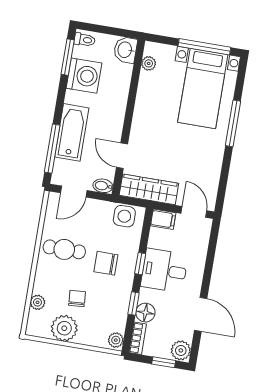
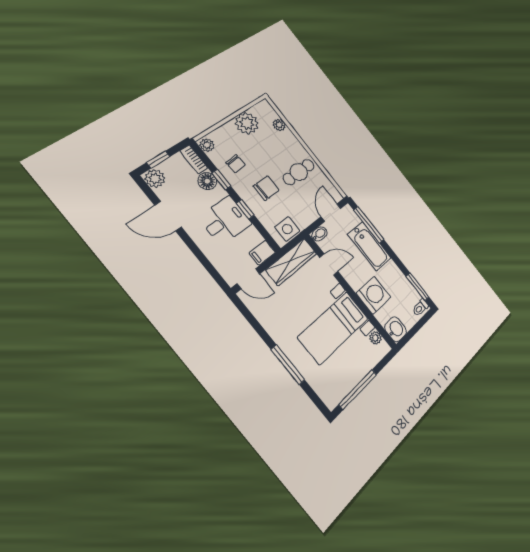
washing machine: (84, 76) -> (374, 295), moved, turned 180
bed with nightstands: (203, 88) -> (333, 328), moved, turned -90
chair: (77, 299) -> (236, 164), moved

